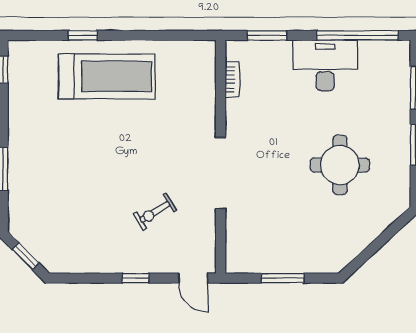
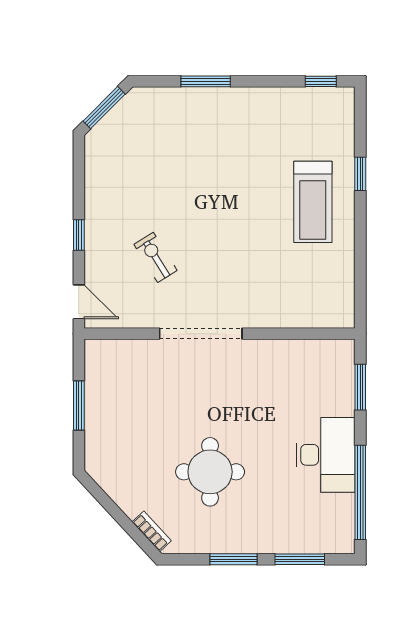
treadmill: (107, 76) -> (313, 202), width x0.73, depth x0.73
bookcase: (232, 79) -> (152, 531), moved, turned -133
window: (26, 256) -> (104, 108), width x1.50
door: (193, 278) -> (79, 302), swing flipped

